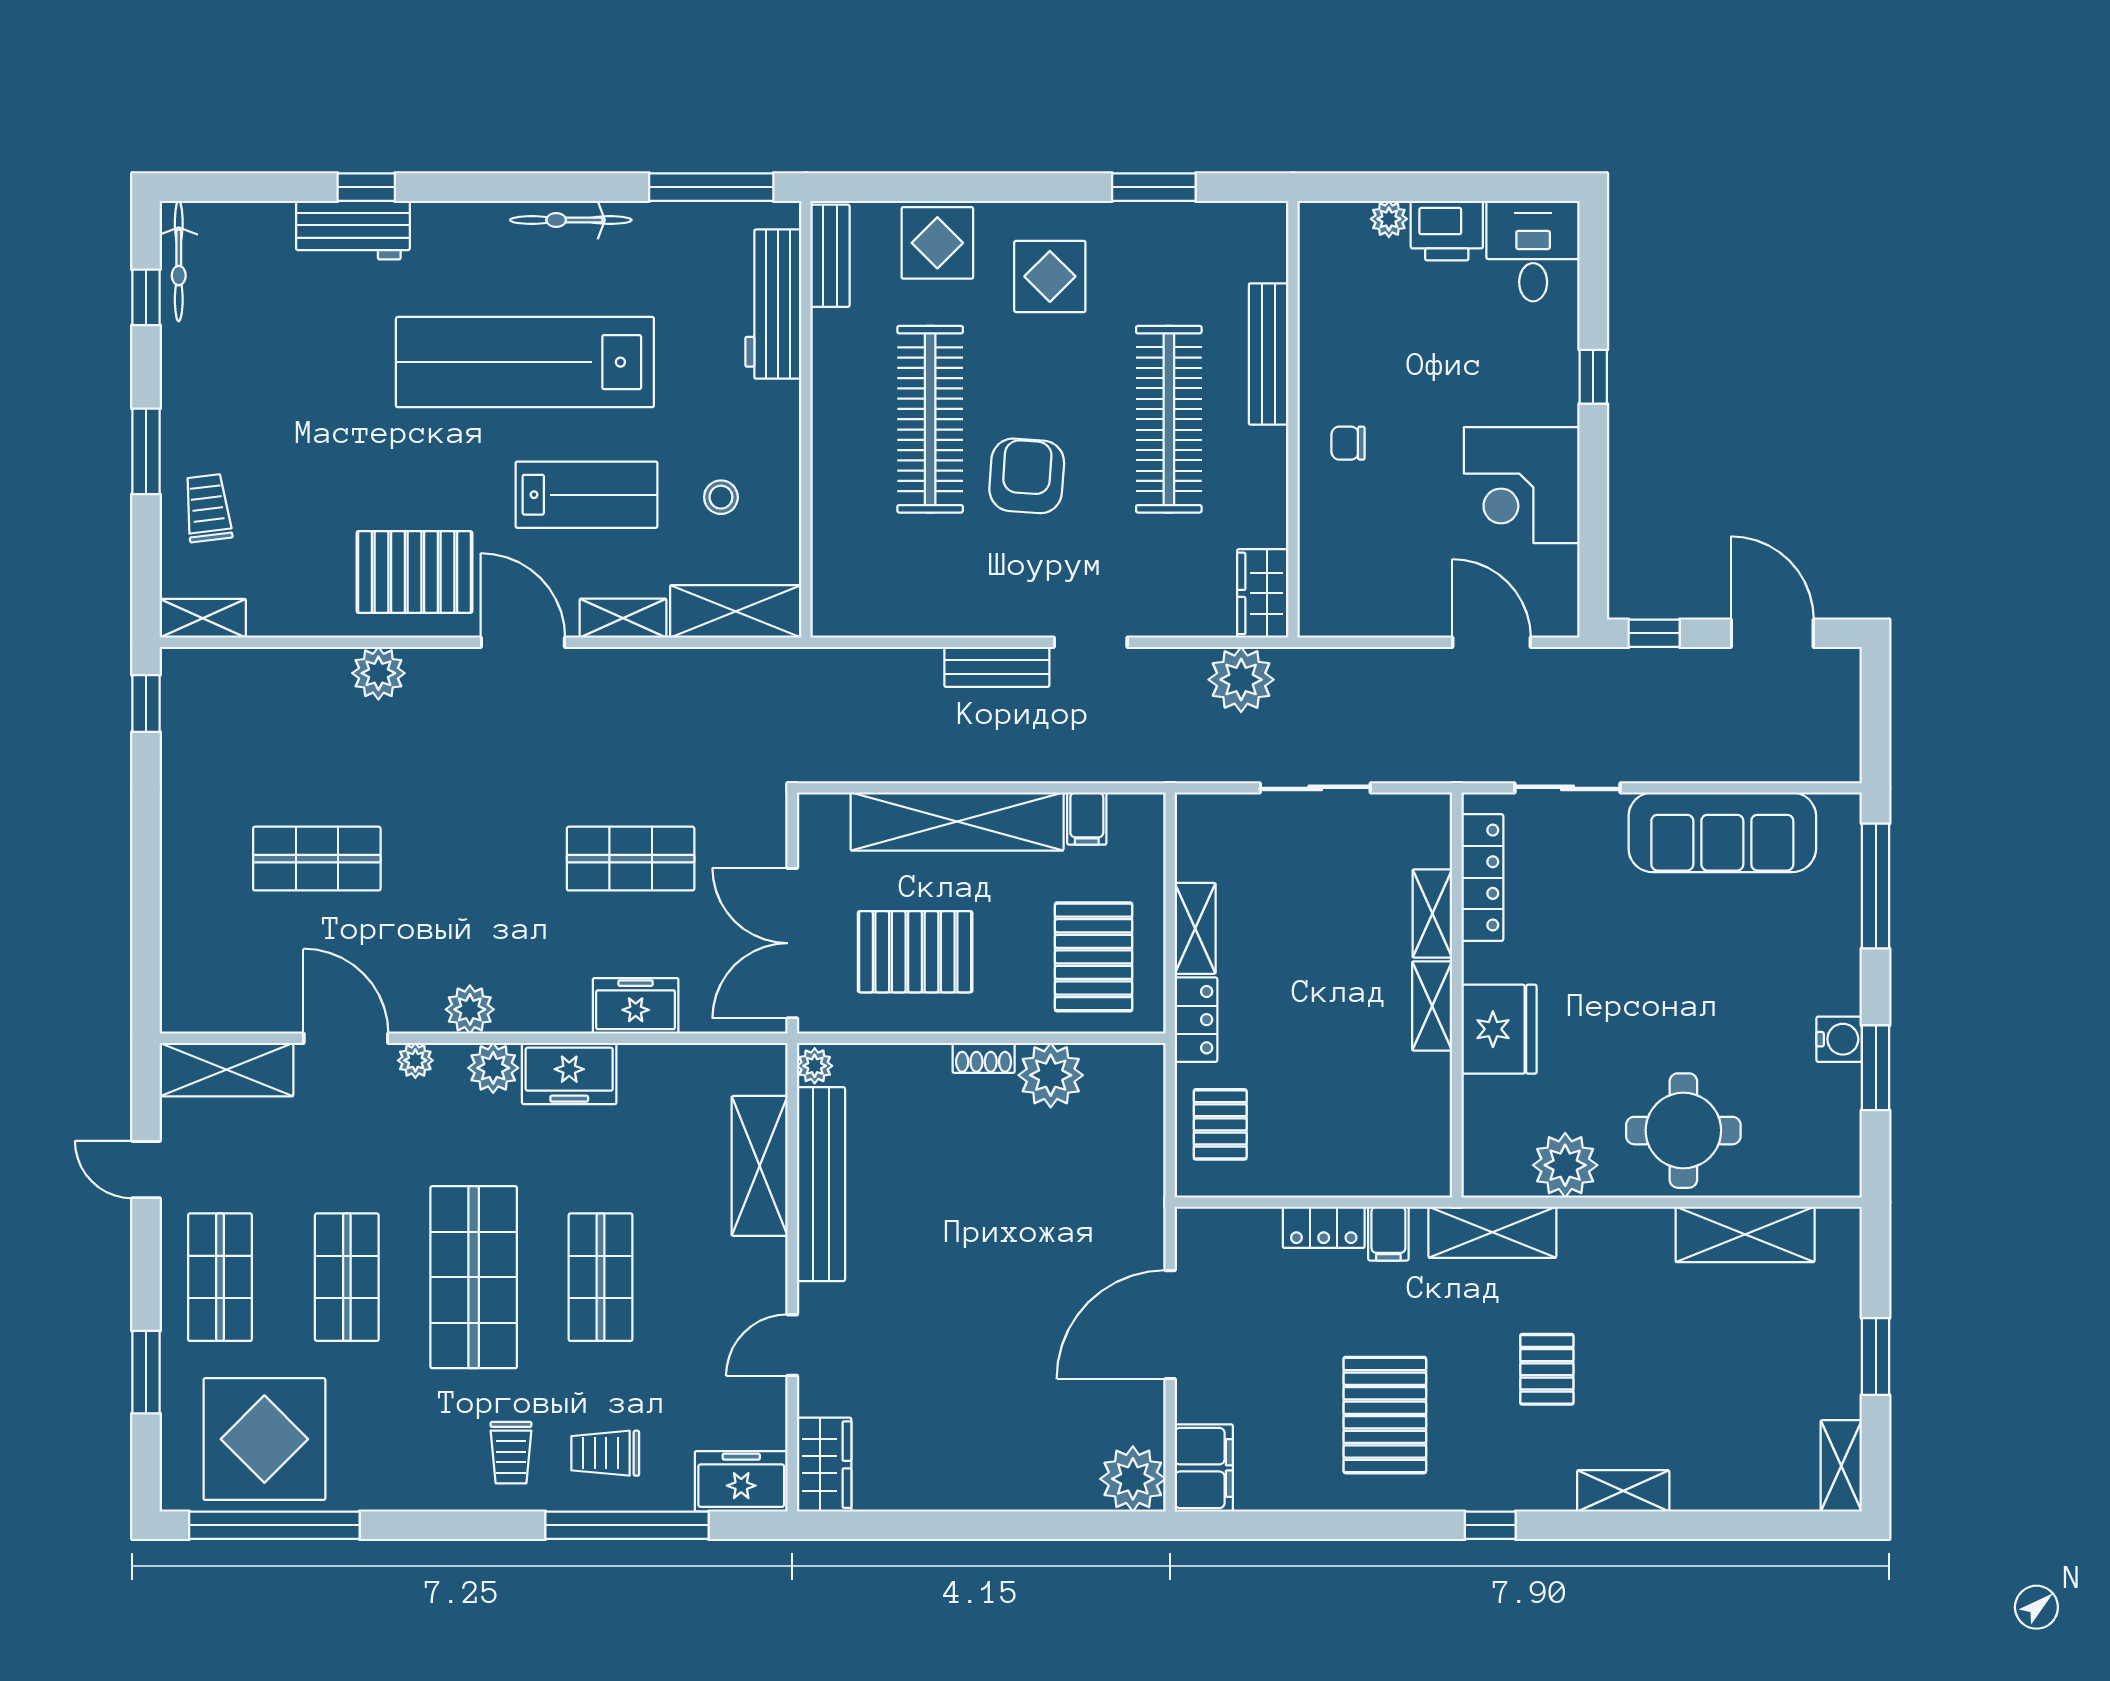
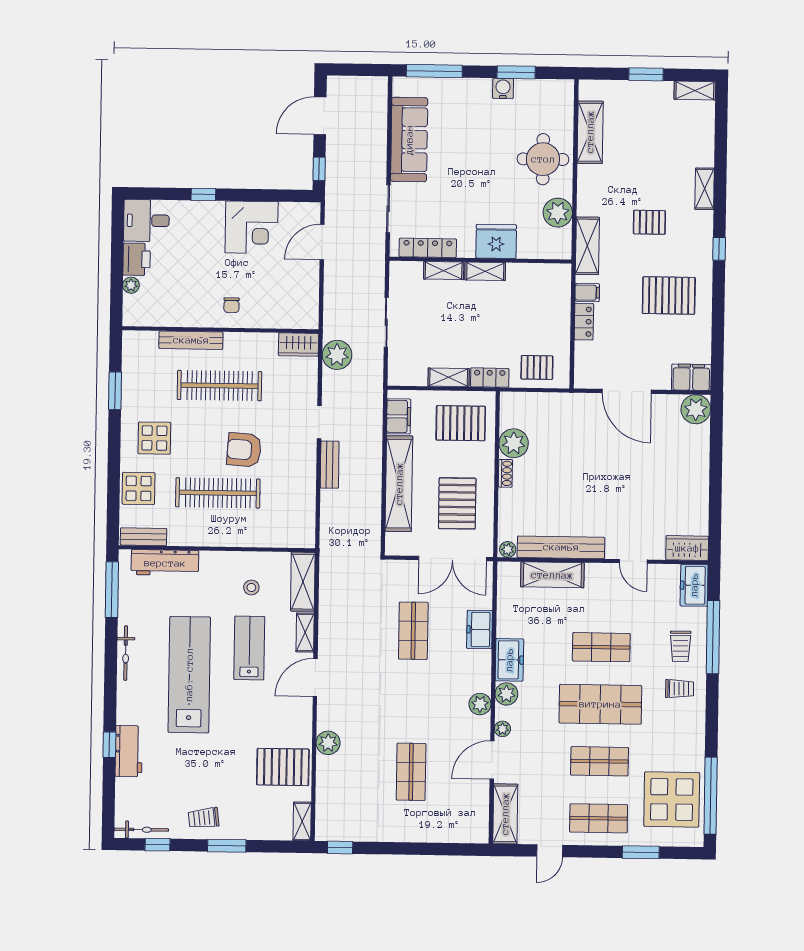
lab bench: (525, 362) -> (189, 675), turned 180
trolley: (208, 508) -> (204, 818), moved
pallet: (415, 572) -> (283, 767), moved, turned 90
filing cabinet: (1087, 819) -> (399, 416), width x2.00

